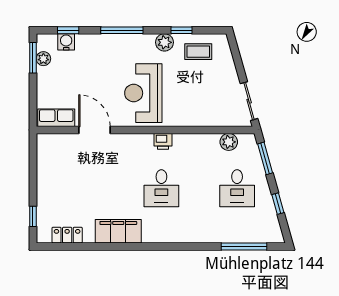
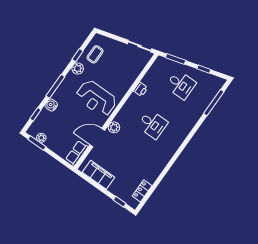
water cooler: (66, 42) -> (51, 105), moved
printer: (163, 141) -> (141, 89), moved
plant: (229, 142) -> (114, 127), moved
filing cabinet: (118, 231) -> (99, 175), moved, turned 90

